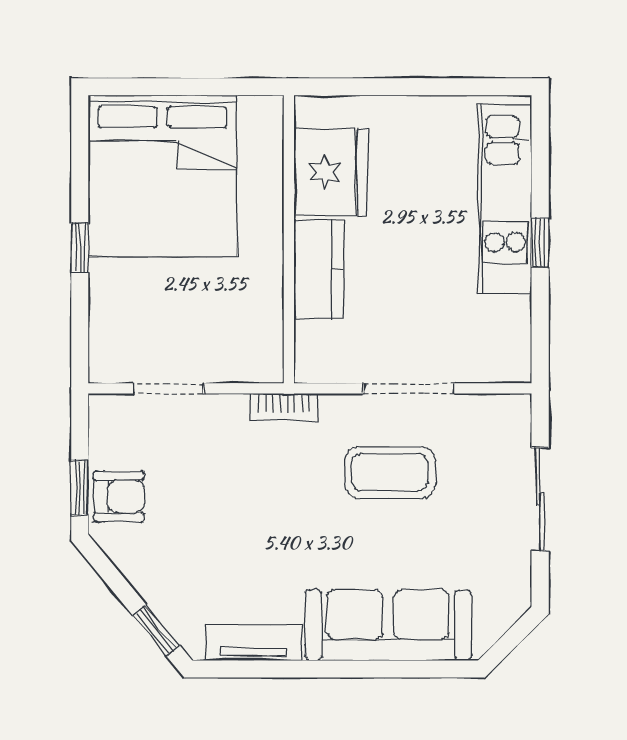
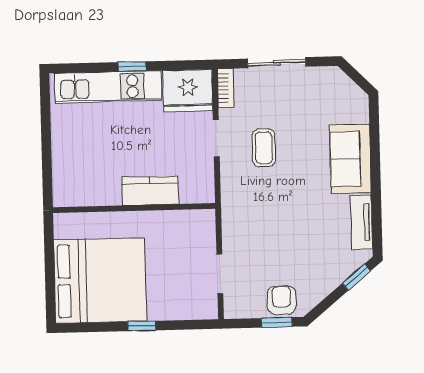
fridge: (331, 172) -> (188, 91), moved, turned 180
doorway: (409, 388) -> (216, 138), width x0.73
bookcase: (284, 407) -> (226, 88), moved
coffee table: (390, 472) -> (264, 148), width x0.73, depth x0.77
sofa: (388, 625) -> (350, 159), width x0.73

